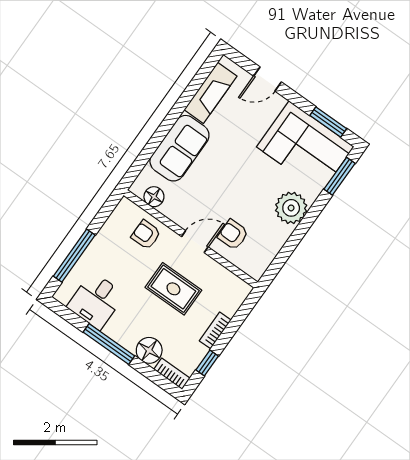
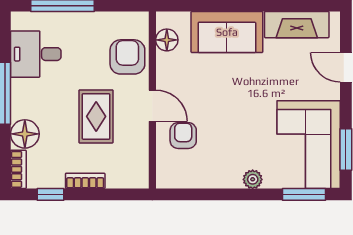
plant: (291, 208) -> (253, 179), width x0.53, depth x0.53
armchair: (146, 235) -> (127, 57), width x1.38, depth x1.38

